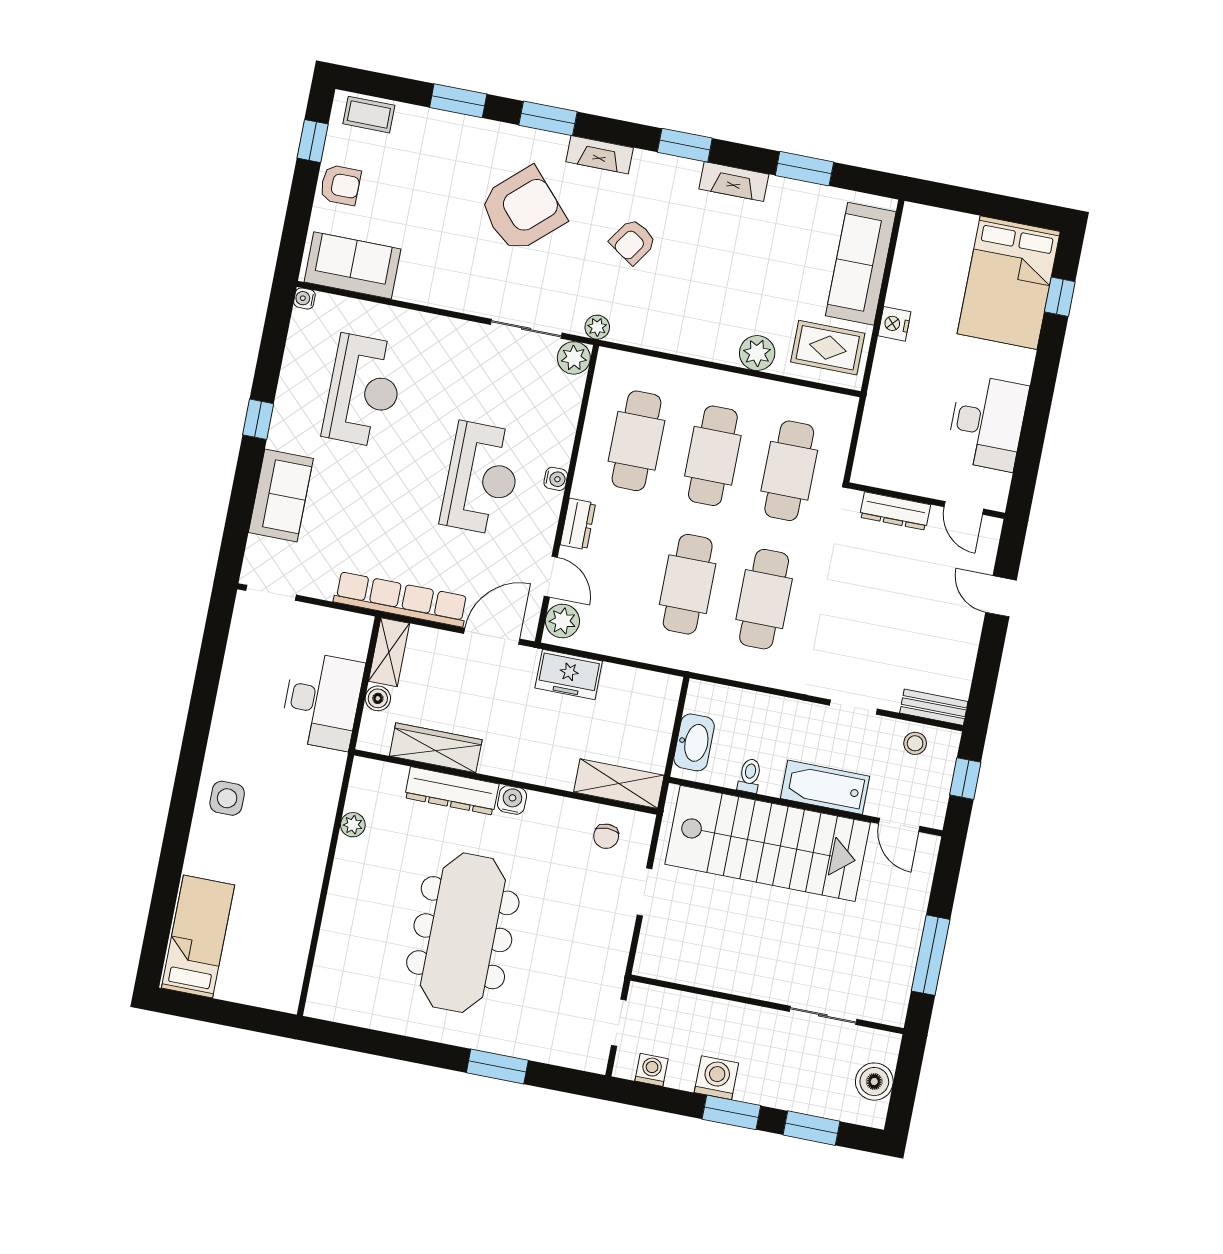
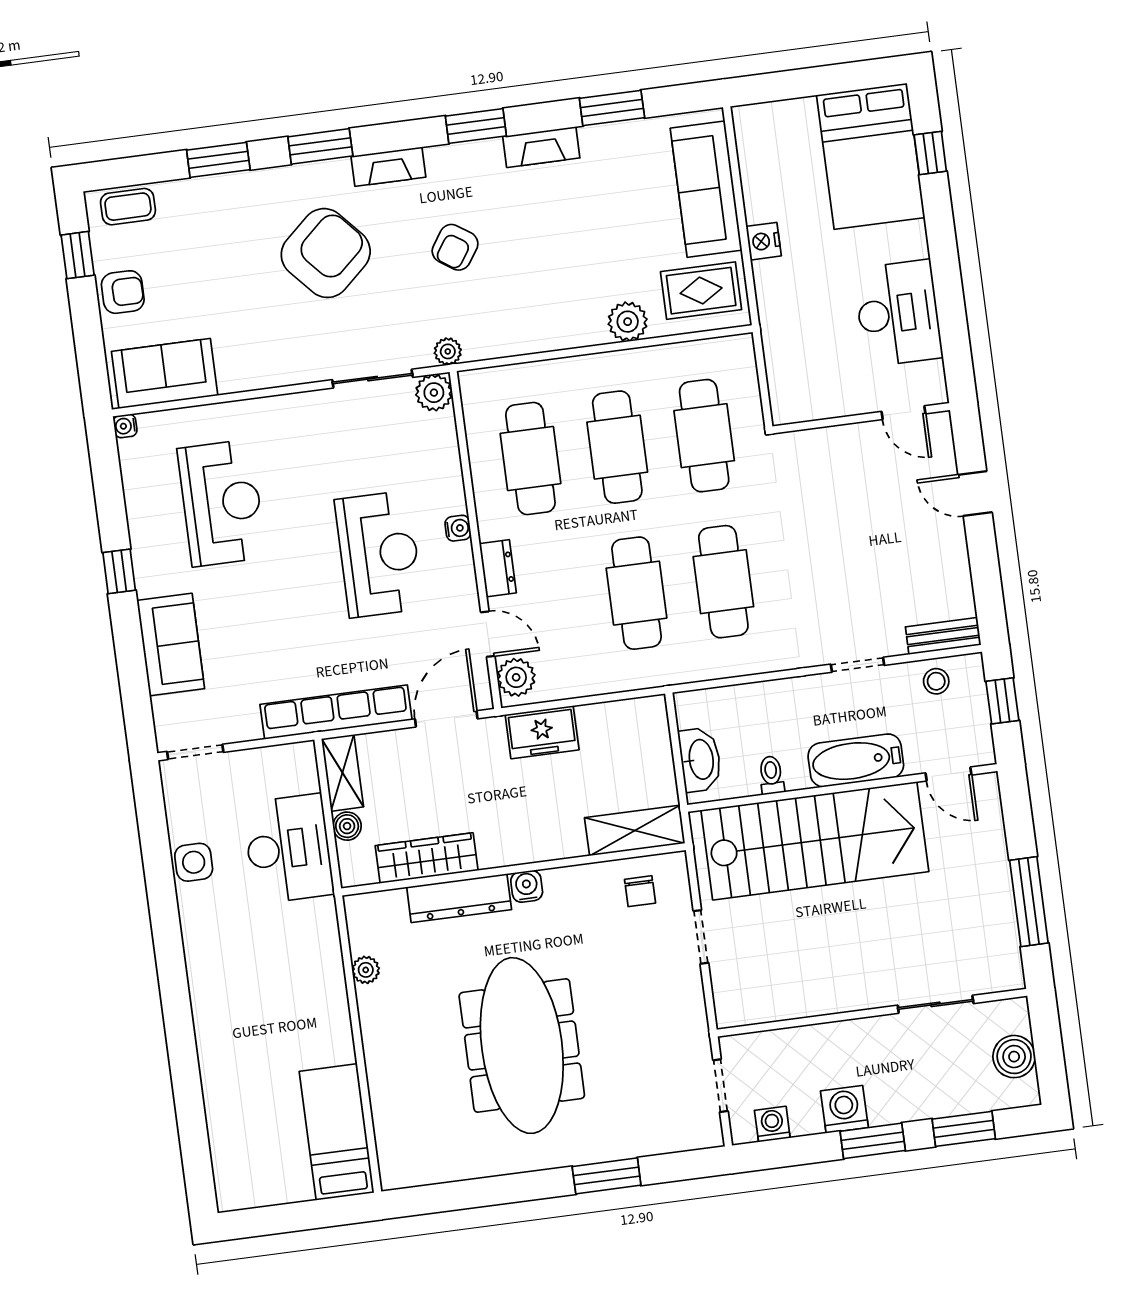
dresser: (895, 511) -> (831, 441), removed
side table: (227, 798) -> (194, 862), moved
bed: (198, 936) -> (337, 1132), moved

